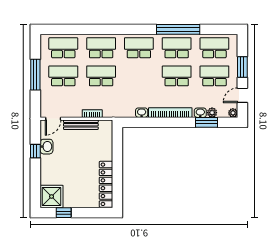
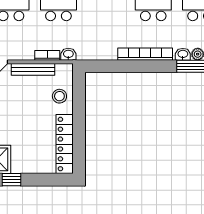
washbasin: (142, 113) -> (68, 54), moved
stool: (102, 146) -> (59, 96), added

